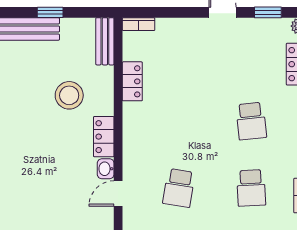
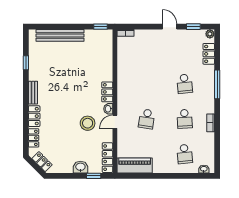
window: (50, 12) -> (100, 27), moved
bench: (105, 41) -> (108, 42), removed
locker: (132, 81) -> (122, 63), removed
stool: (69, 95) -> (88, 123), moved

